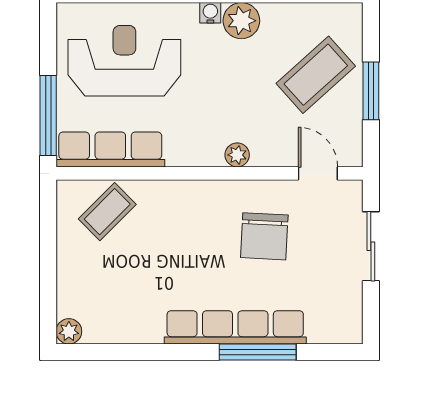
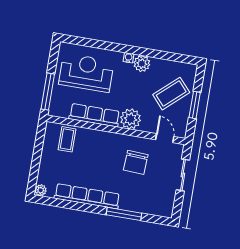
row of seats: (110, 149) -> (94, 115), moved
plant: (237, 155) -> (131, 119), width x1.87, depth x1.87
coffee table: (107, 212) -> (67, 139), turned -45
row of seats: (235, 327) -> (87, 196), moved

